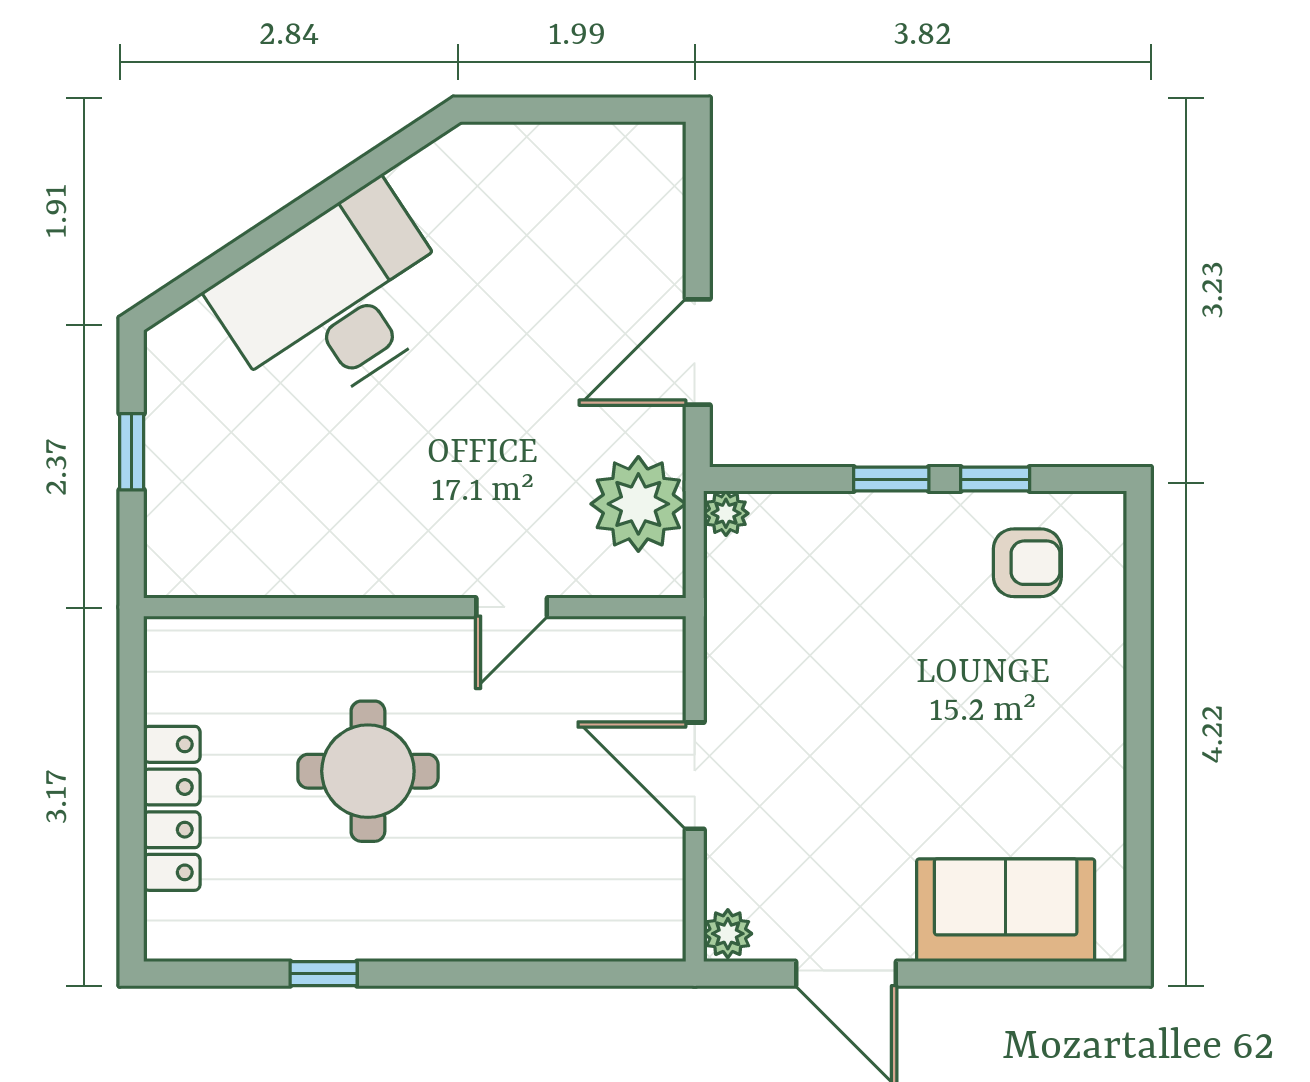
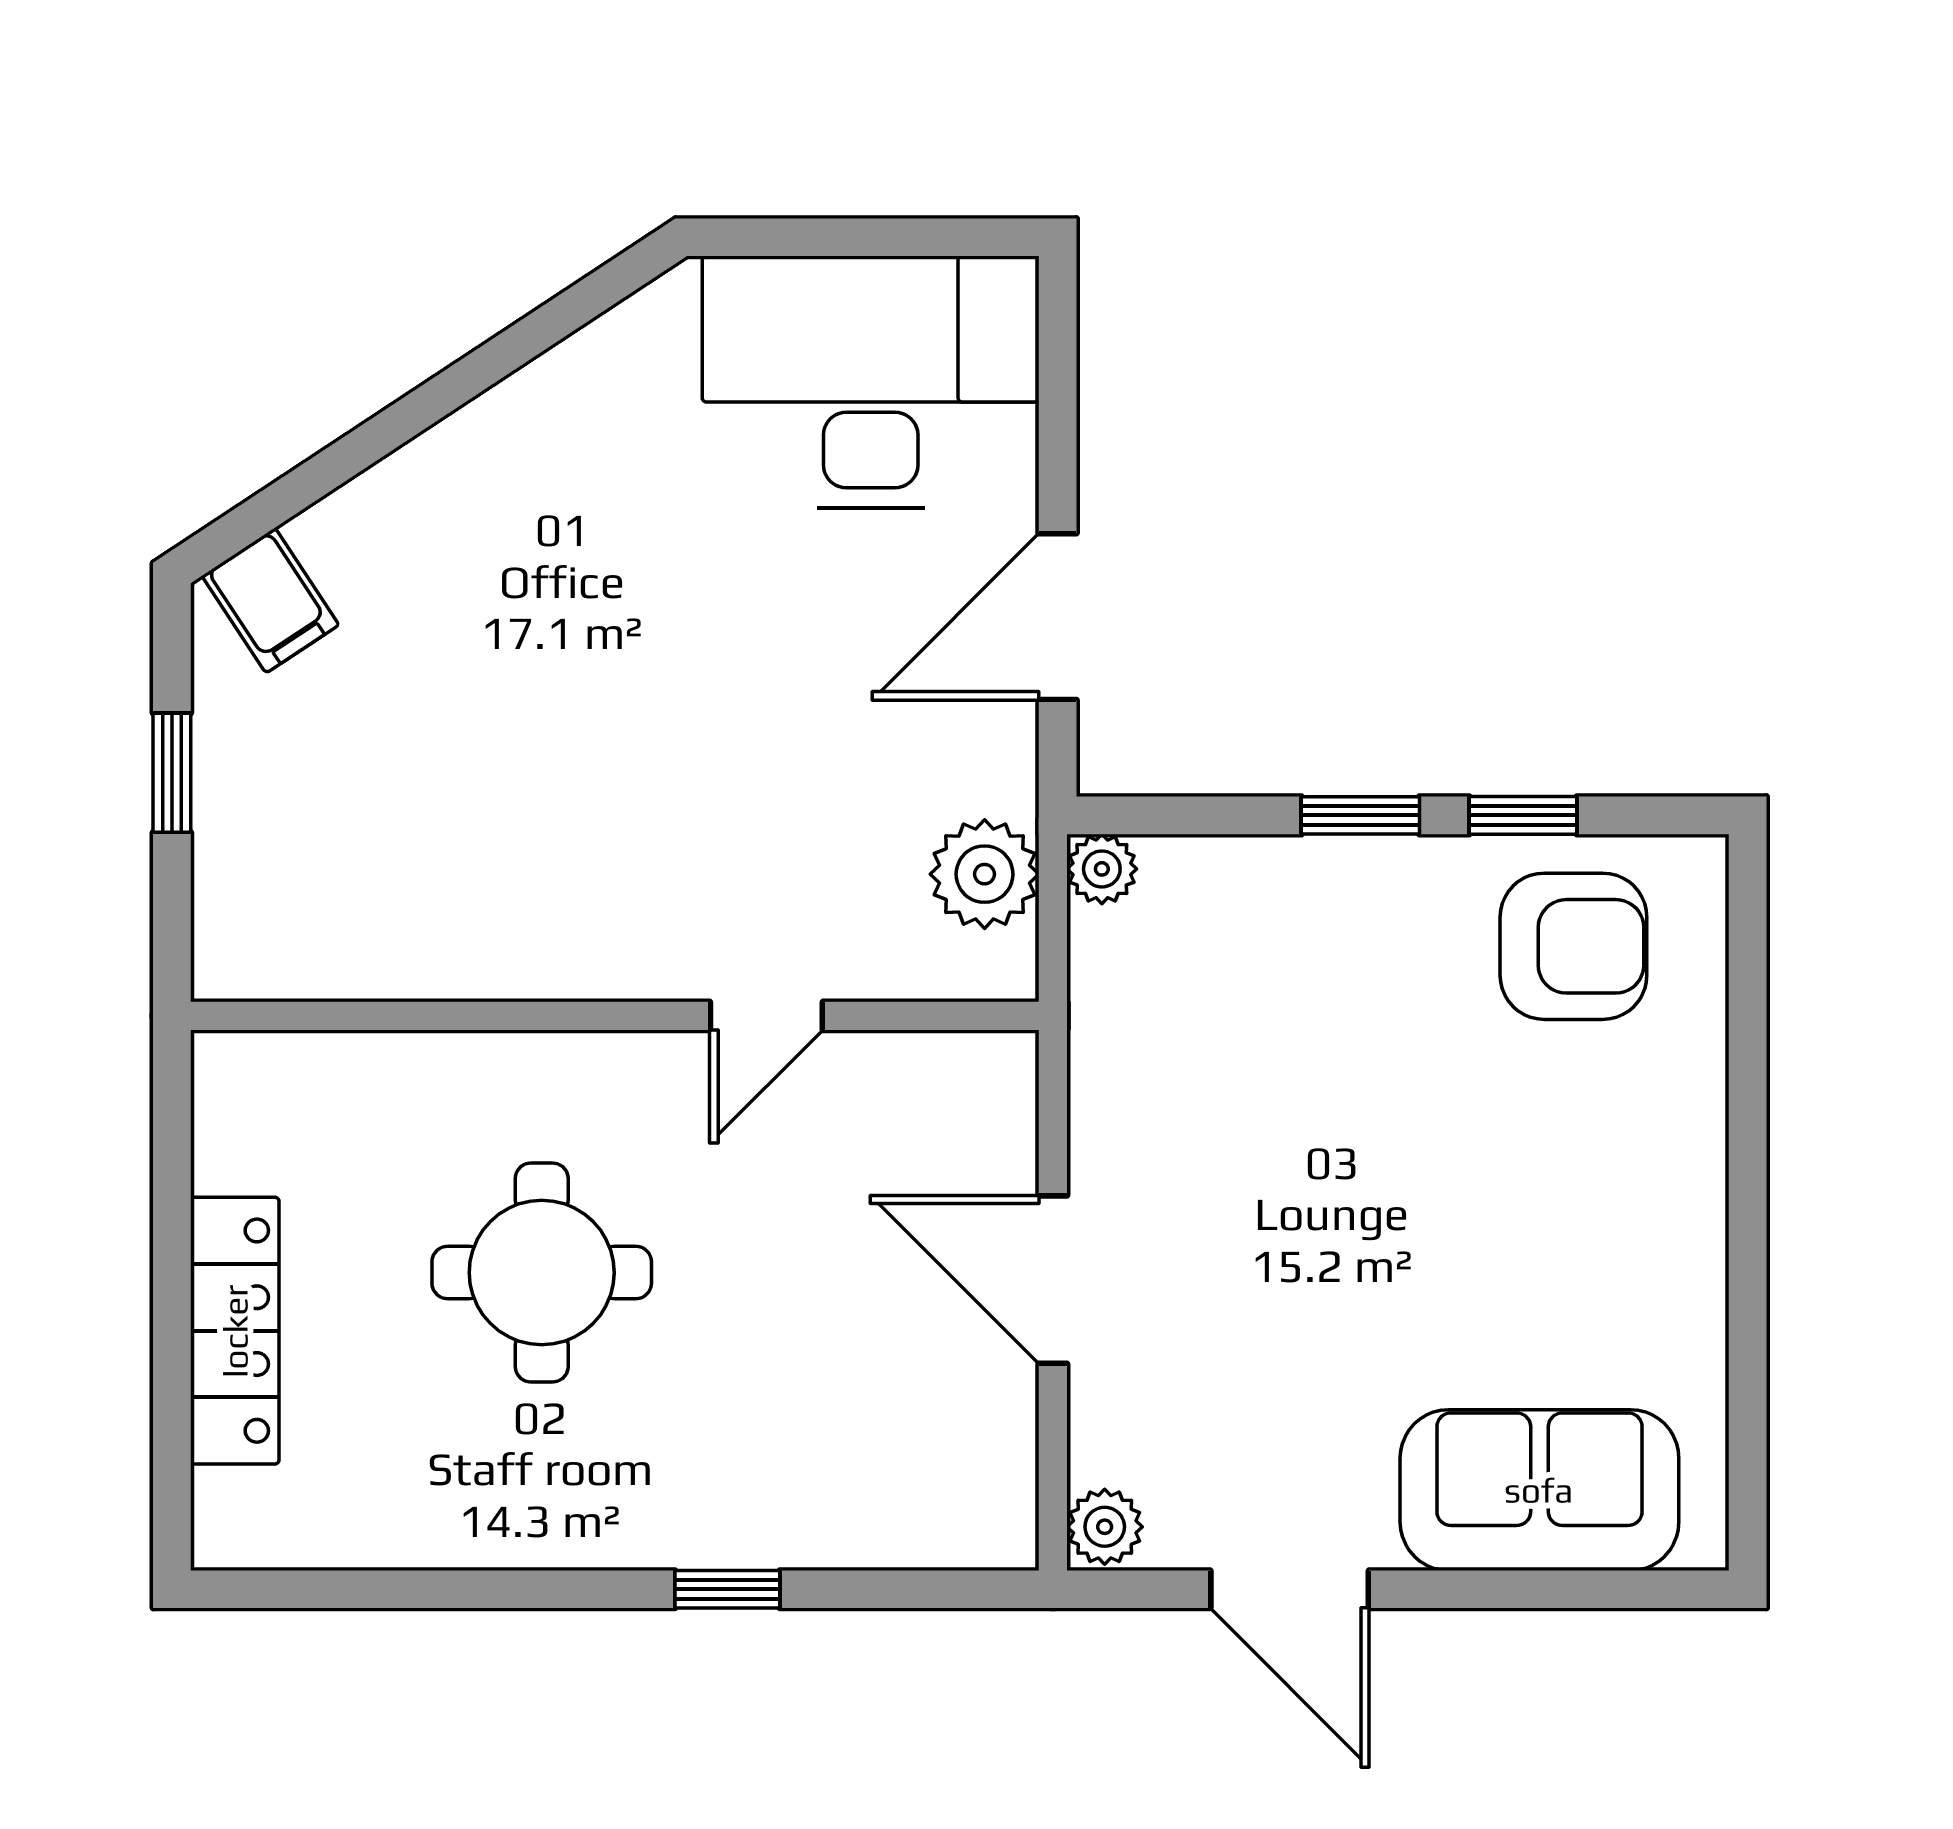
desk: (335, 300) -> (871, 382), moved, turned 33
filing cabinet: (195, 342) -> (270, 600), added
plant: (638, 504) -> (985, 874), width x0.73, depth x0.73
armchair: (1027, 563) -> (1573, 946), width x1.38, depth x1.38
window: (324, 974) -> (727, 1589), moved

